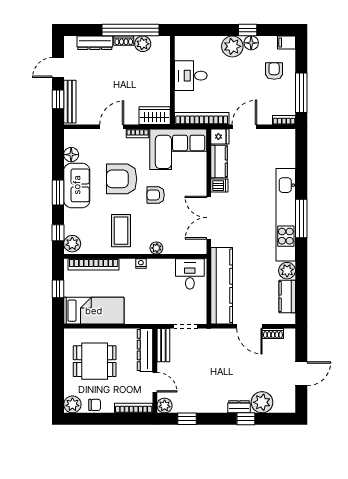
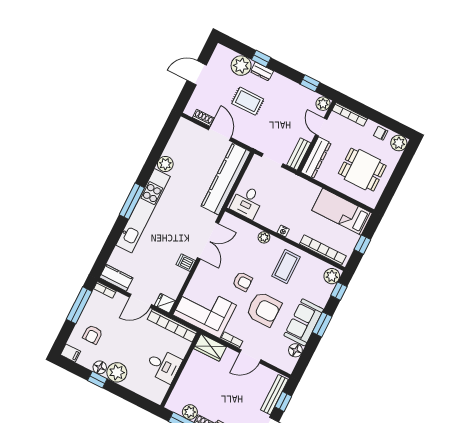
kitchen counter: (219, 162) -> (116, 278), moved, turned 90
kitchen counter: (287, 297) -> (176, 143), removed
rug: (238, 371) -> (248, 101), added

